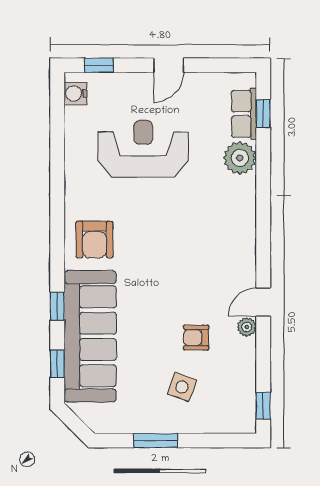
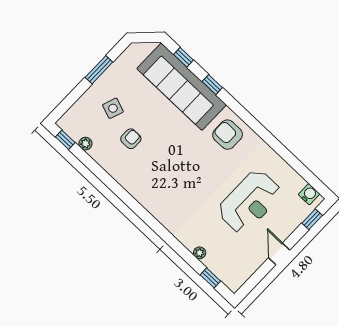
row of seats: (244, 114) -> (219, 268), removed
plant: (240, 158) -> (200, 253), width x0.53, depth x0.53
door: (263, 302) -> (117, 189), removed
plant: (247, 327) -> (85, 144), moved

